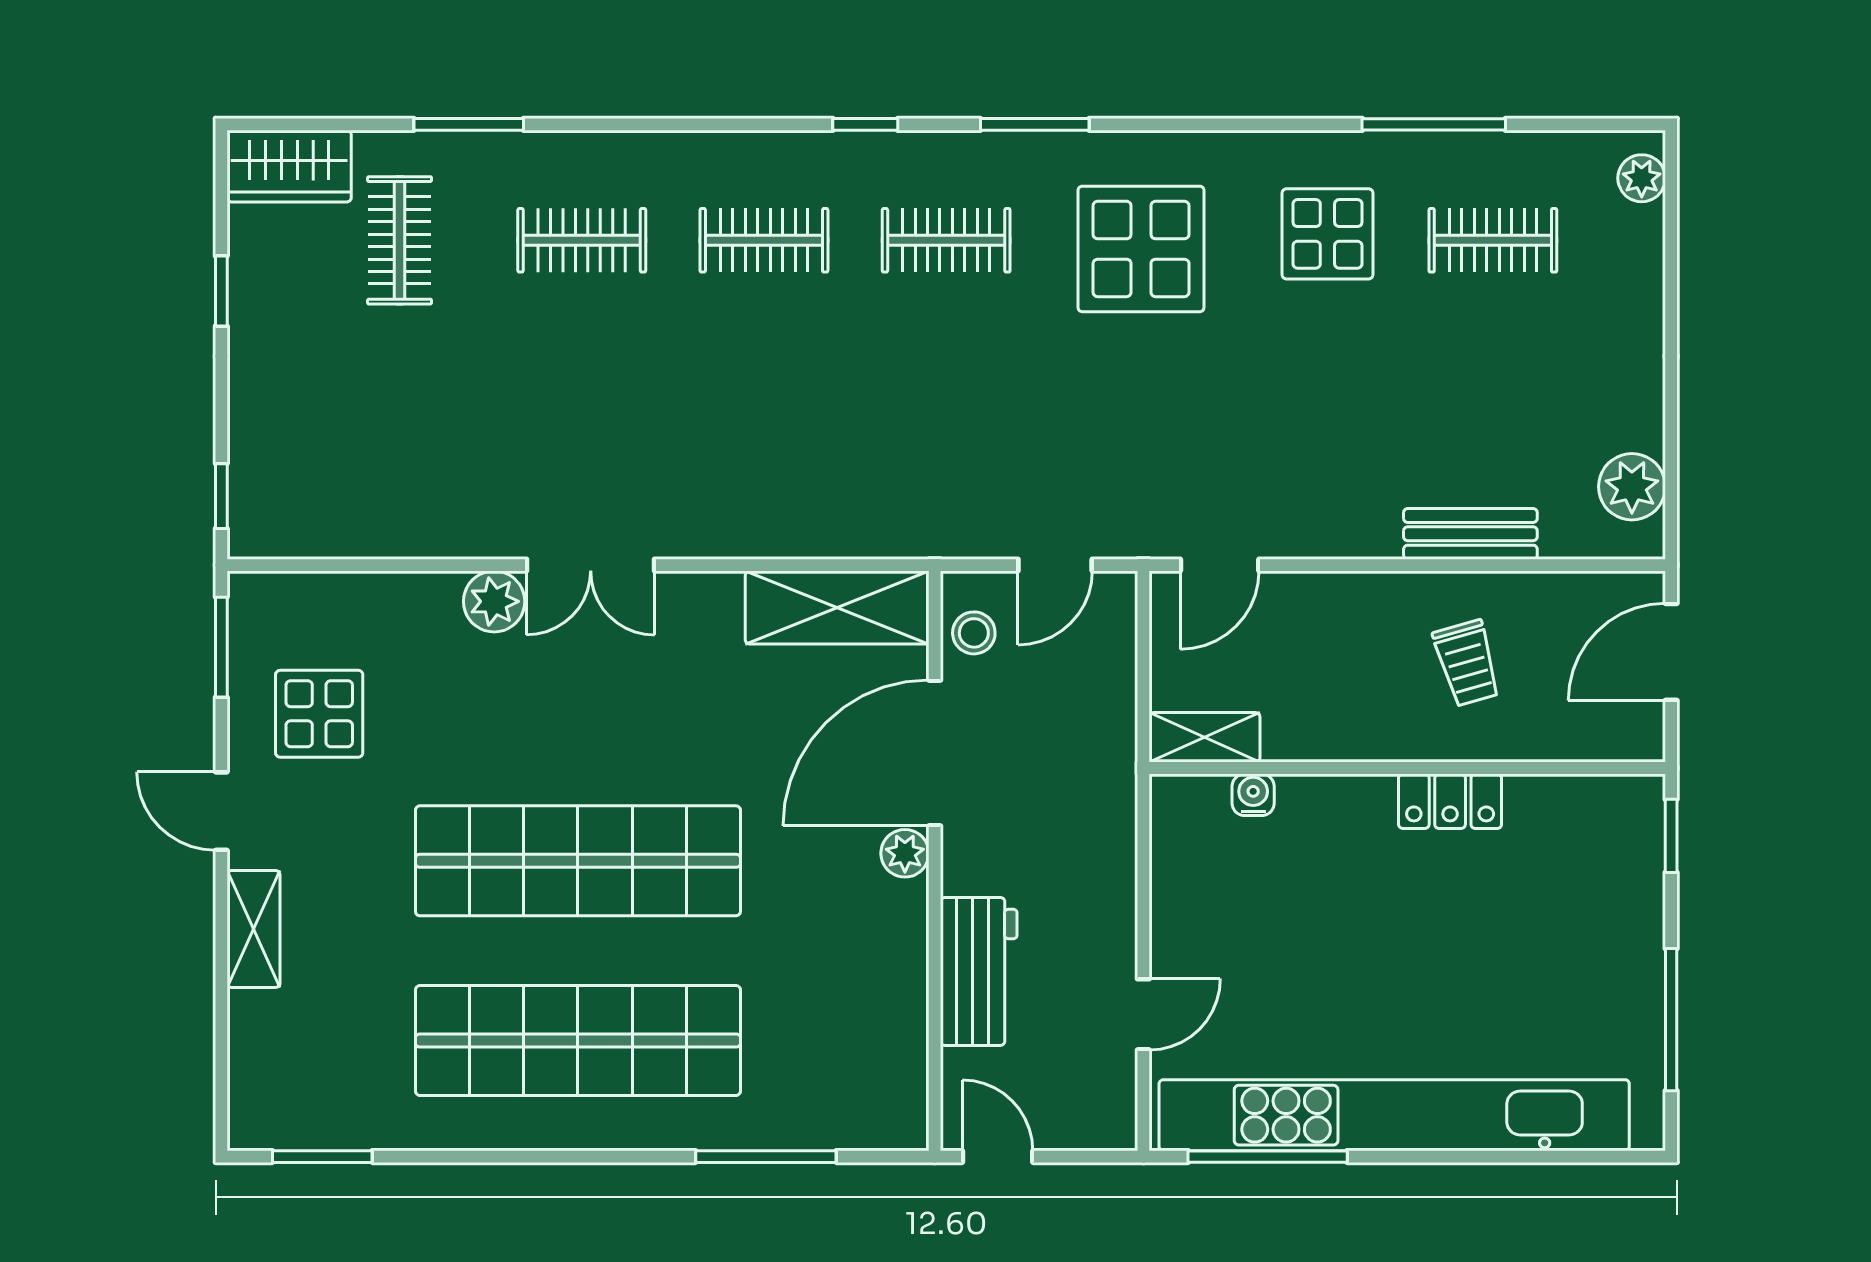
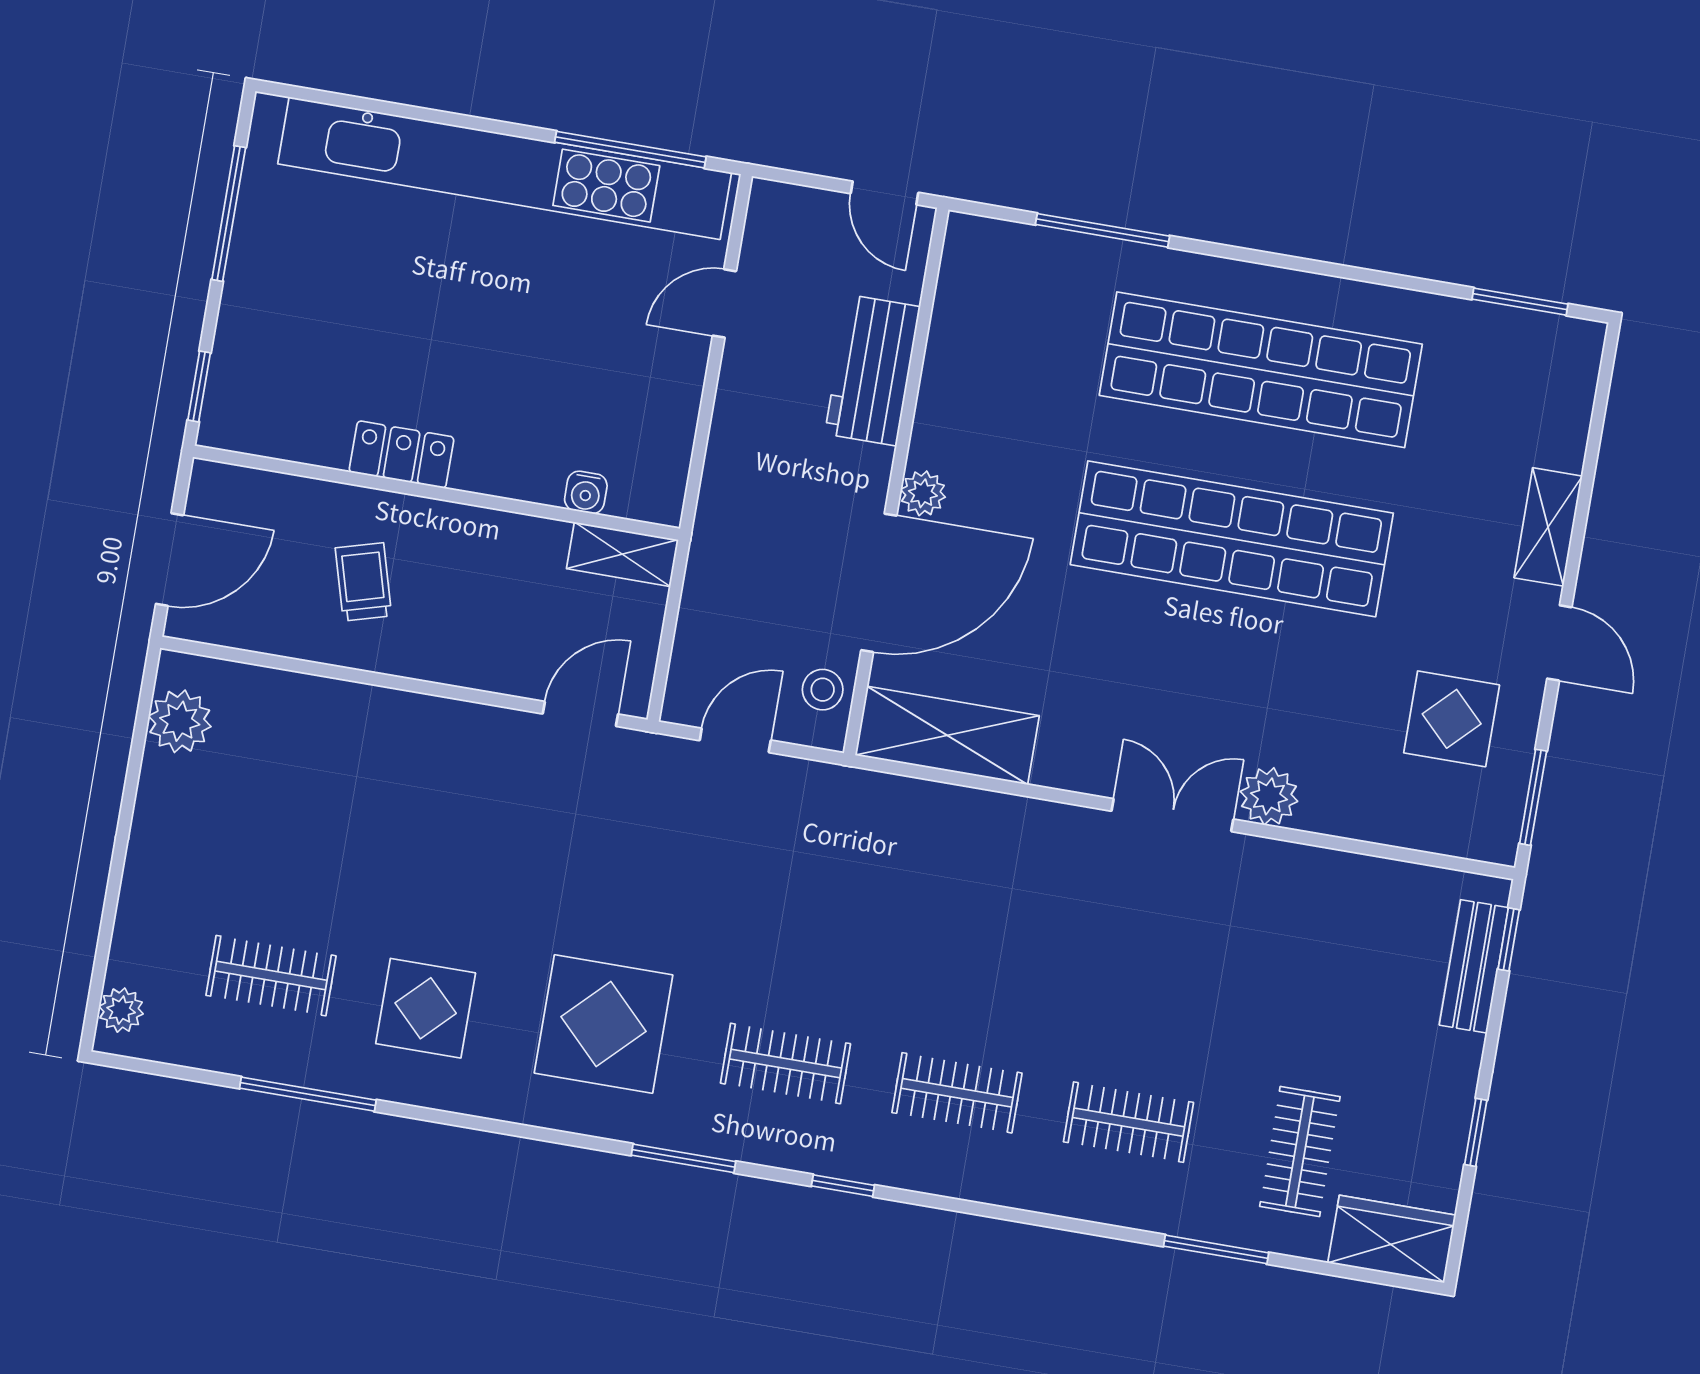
bench: (1470, 534) -> (1474, 966), moved, turned 90

